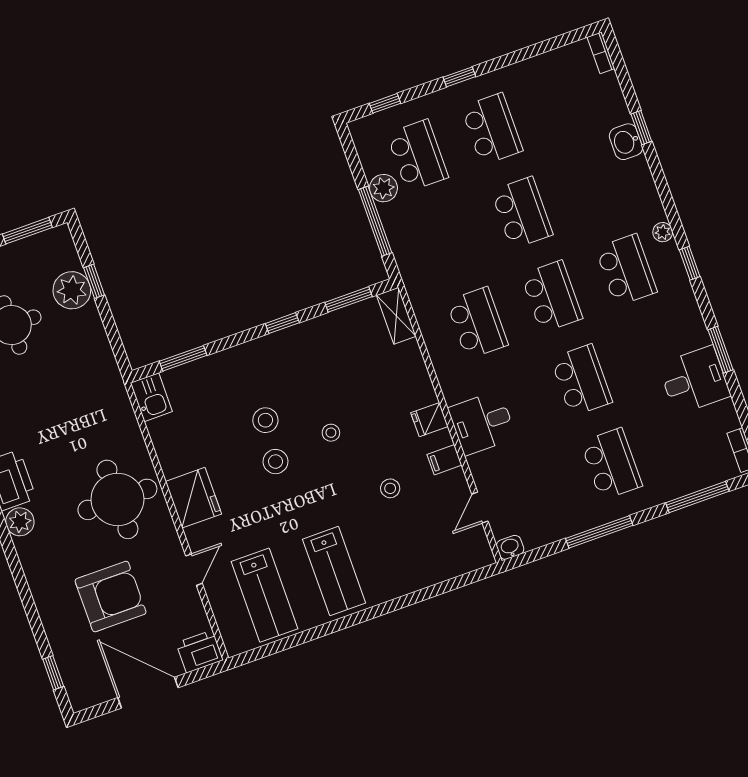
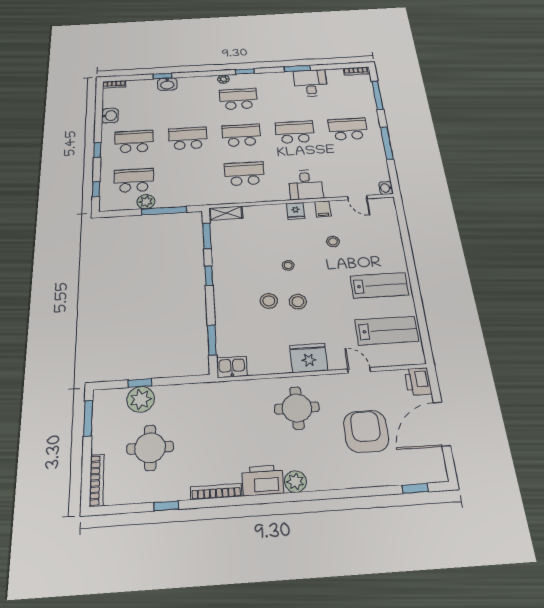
washbasin: (533, 71) -> (110, 116), added
round table: (117, 499) -> (297, 408), width x0.73, depth x0.73

